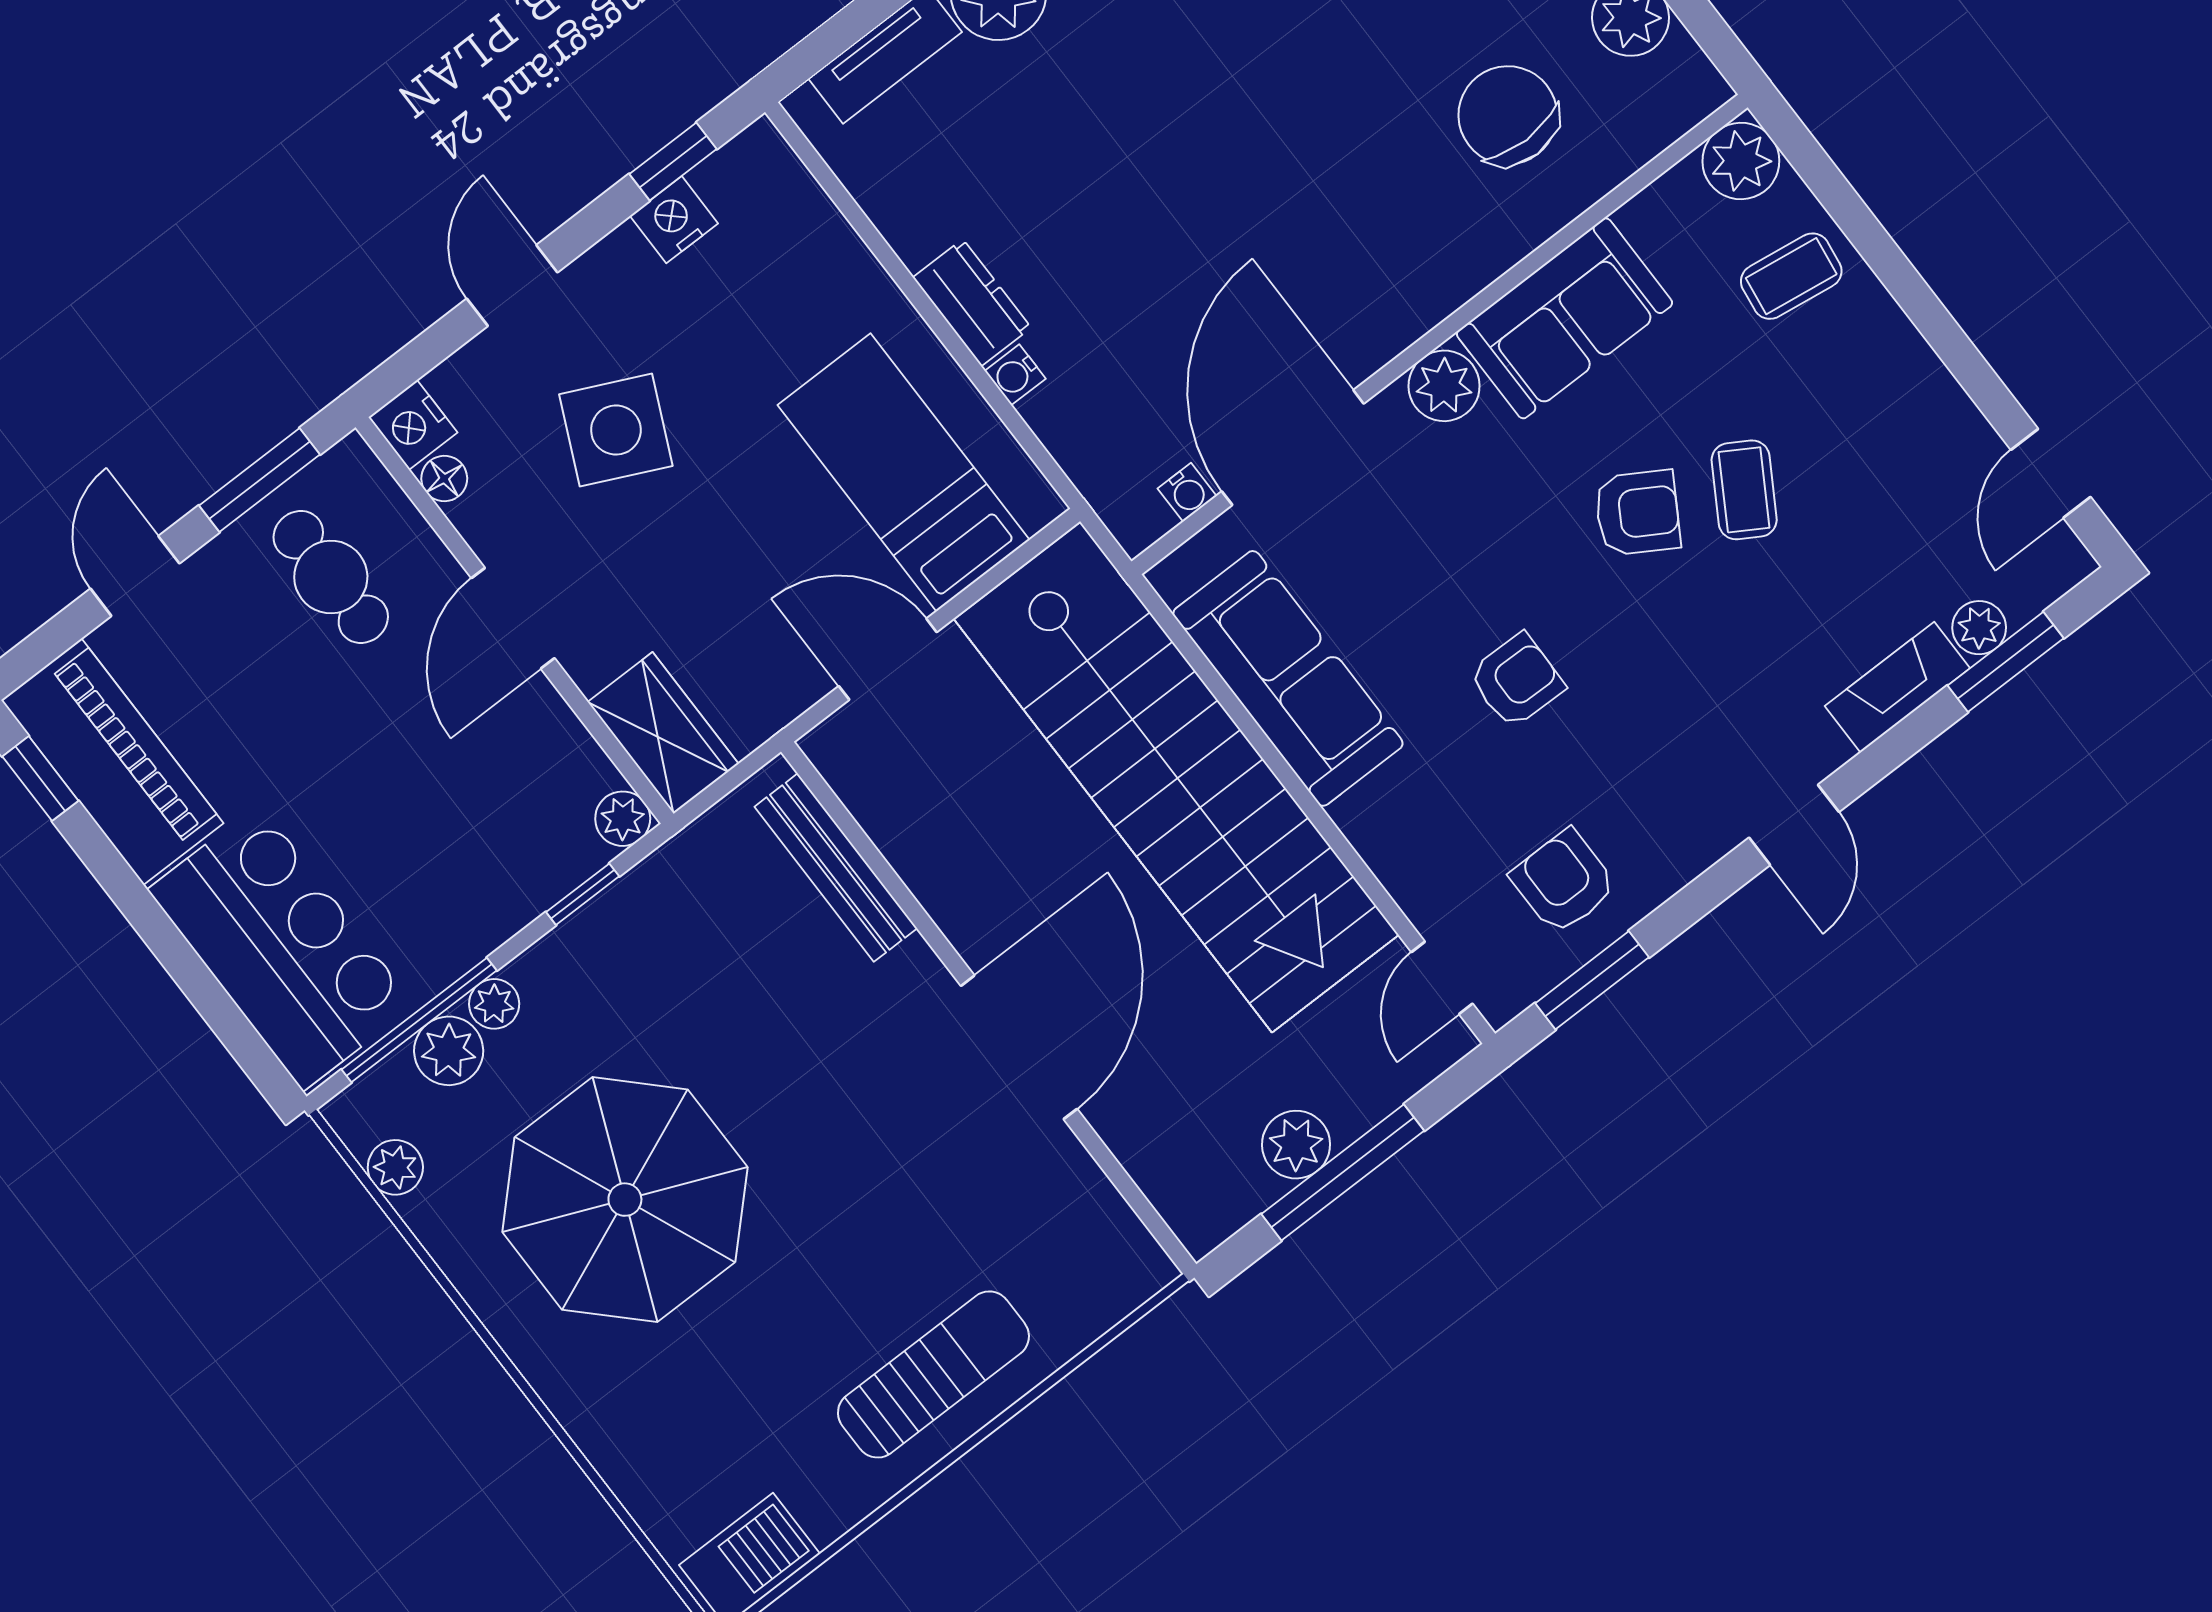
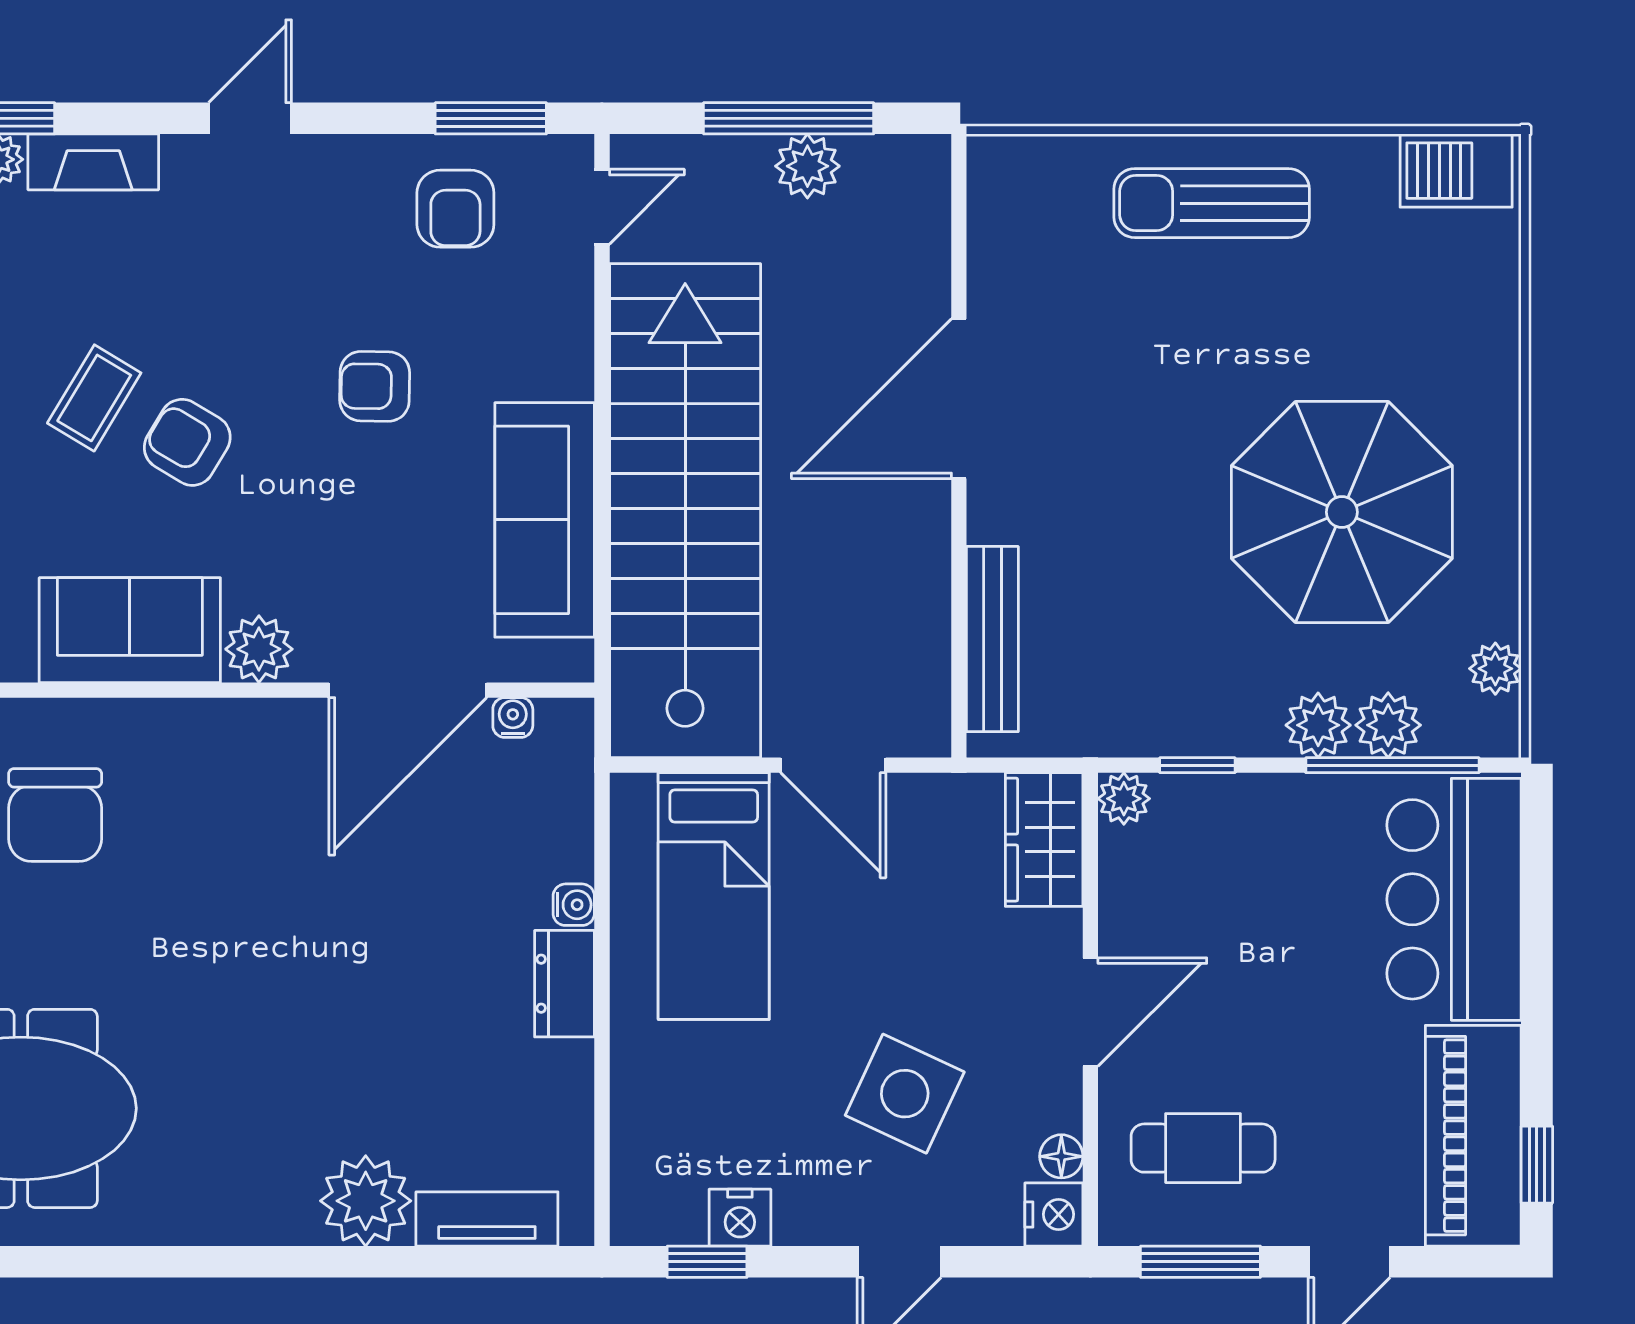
cafe table: (331, 577) -> (1203, 1148), turned 90
plant: (494, 1004) -> (1318, 725), width x1.38, depth x1.38

